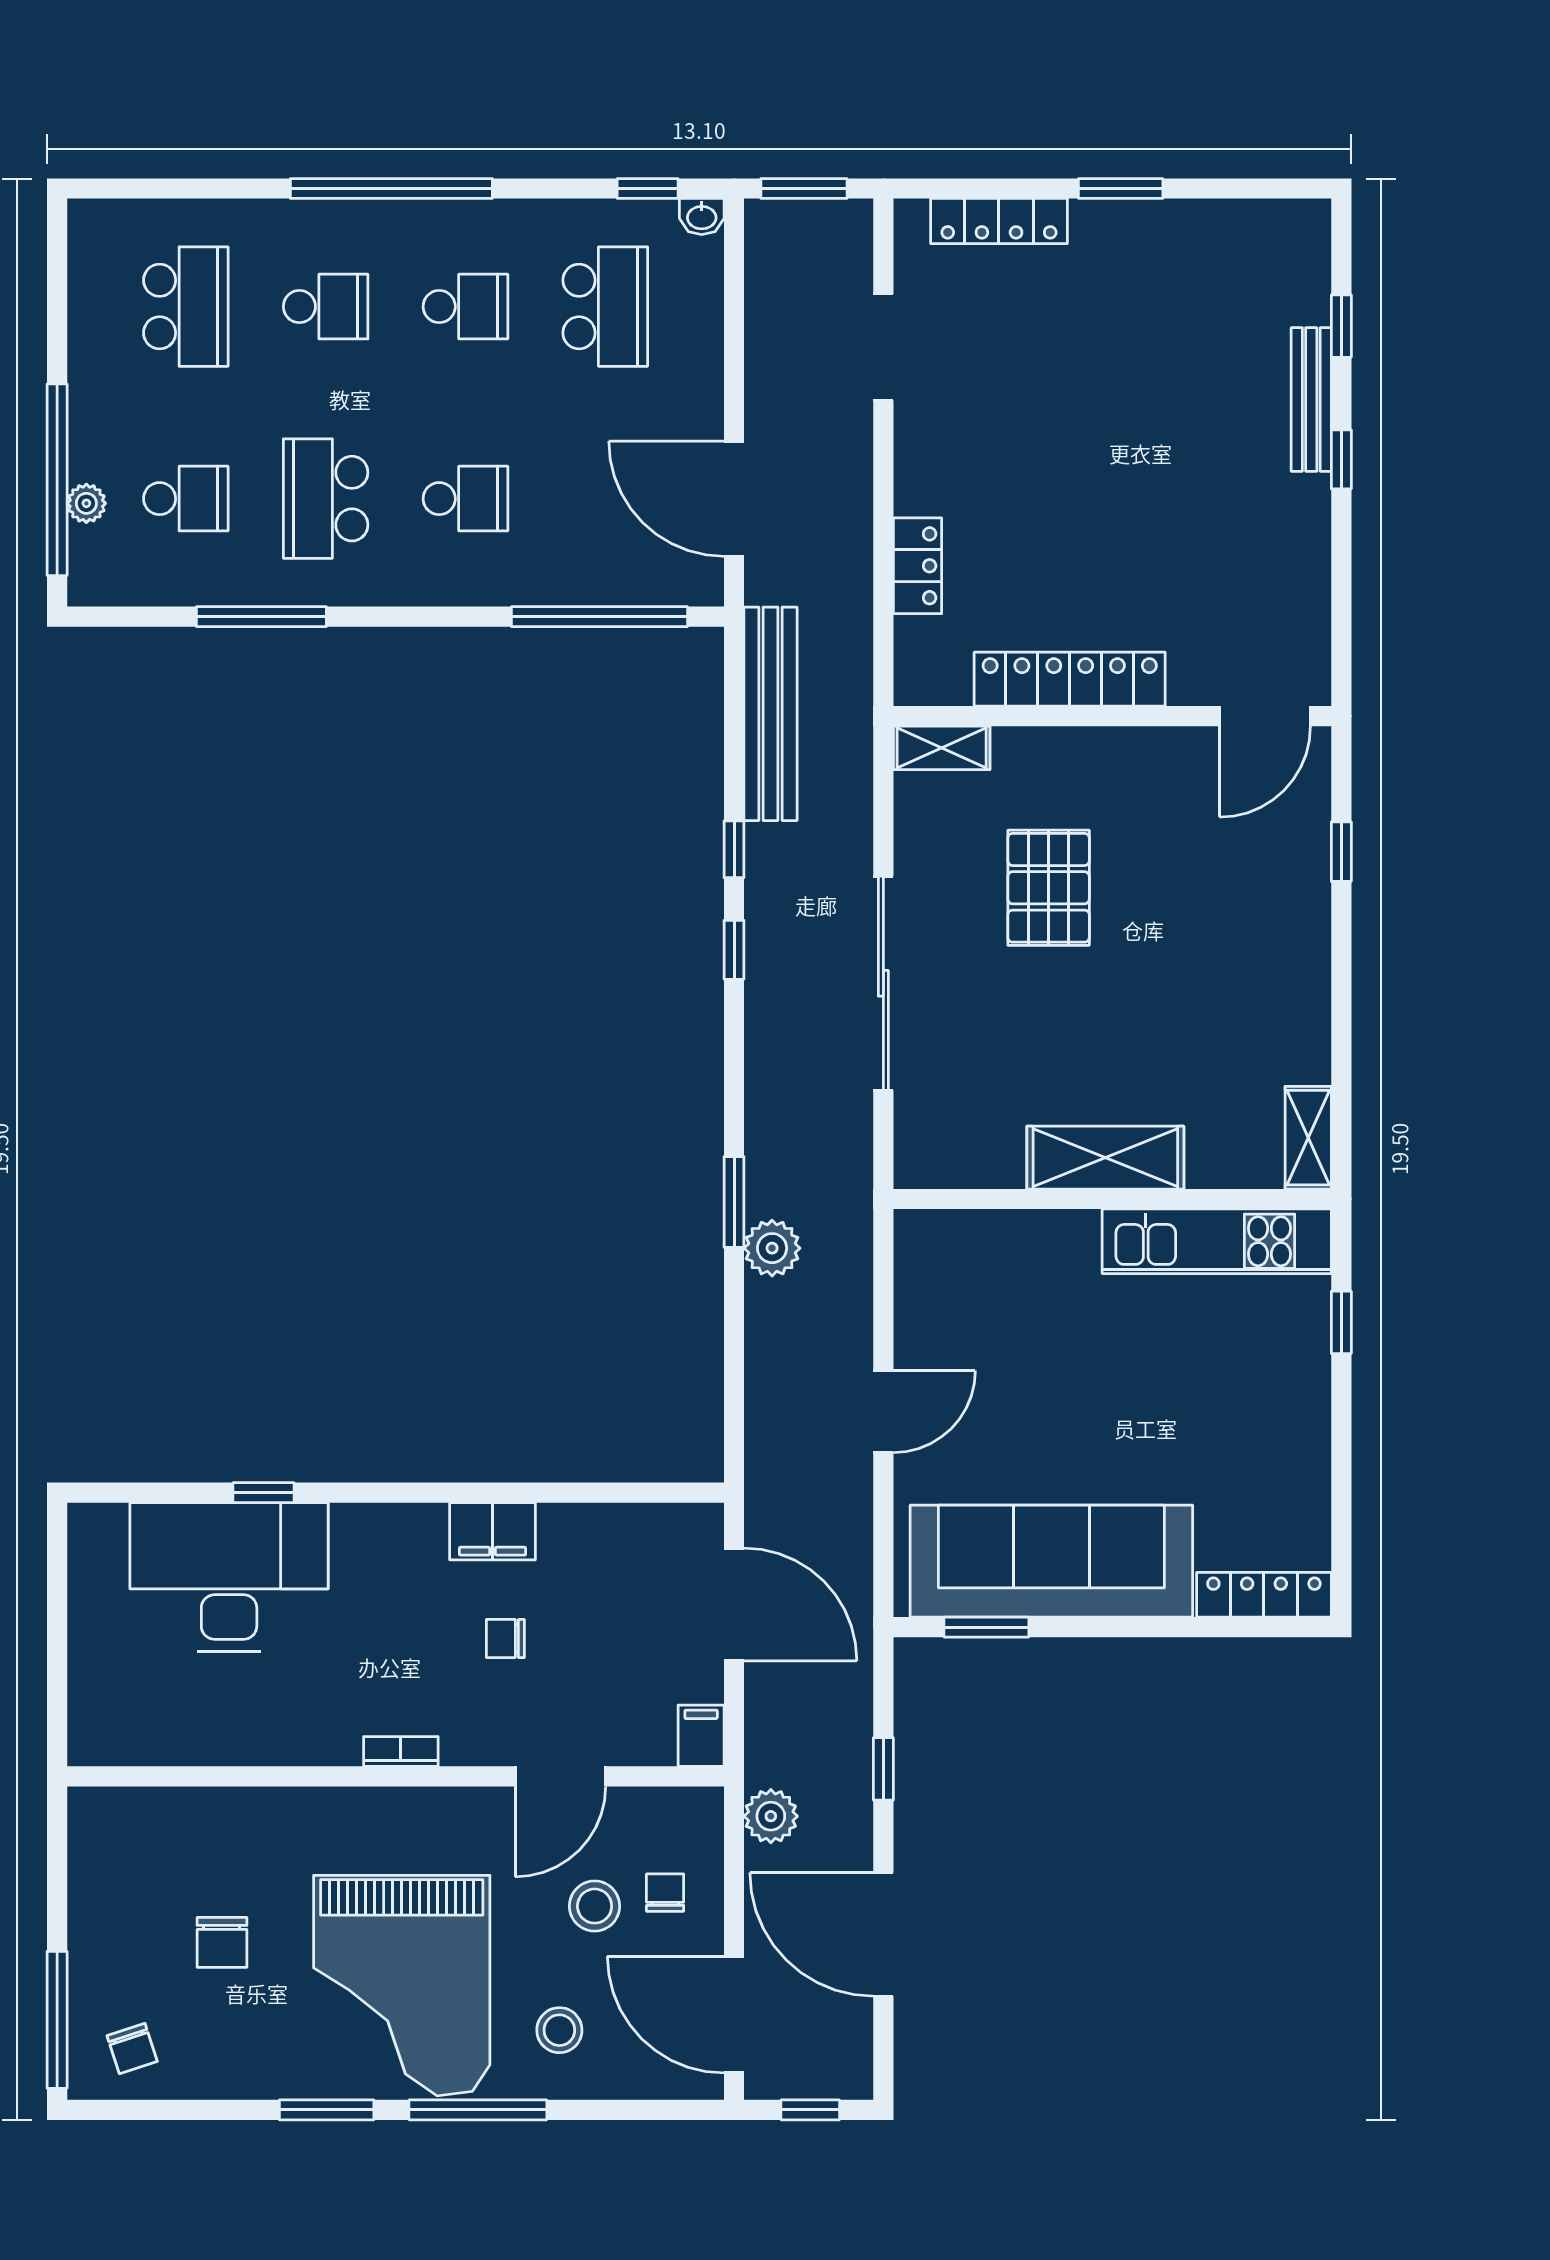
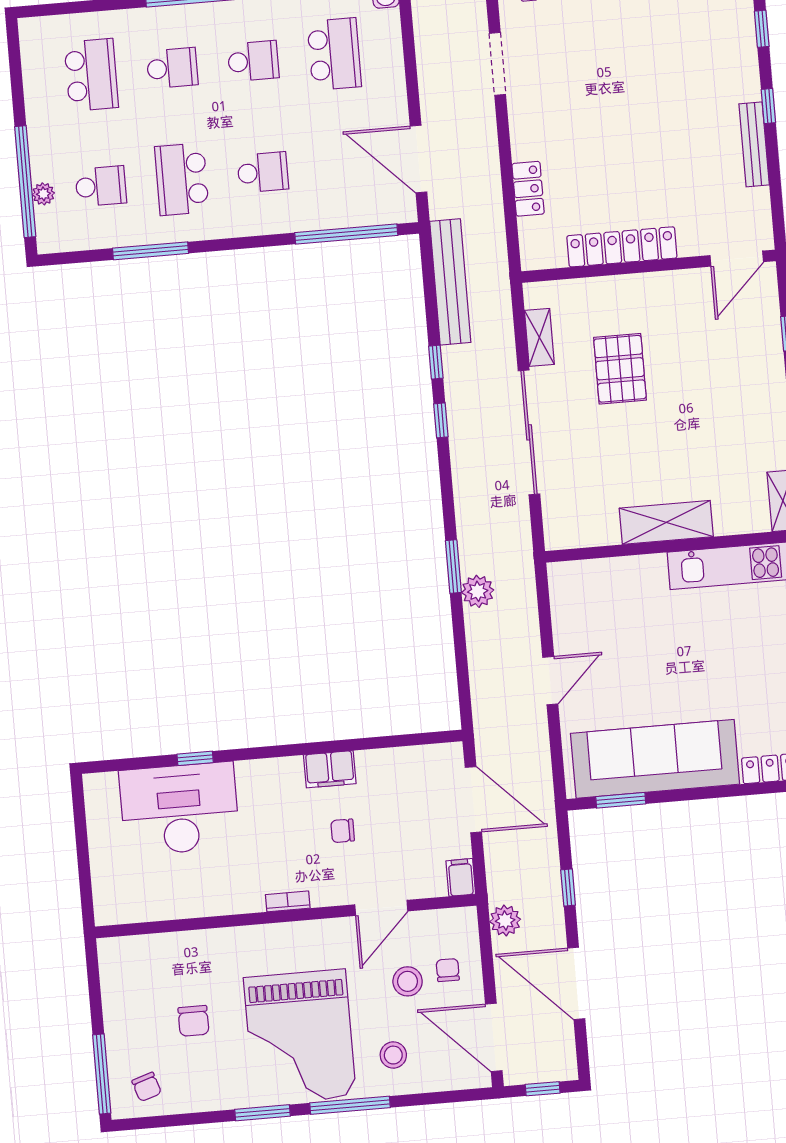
bench: (1311, 400) -> (754, 144), moved
shelving: (942, 748) -> (539, 337), moved, turned 90

